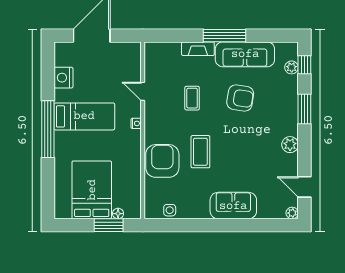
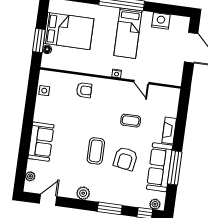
window: (225, 36) -> (175, 168), moved
plant: (292, 67) -> (155, 204), moved
door: (143, 91) -> (141, 82), swing flipped
coffee table: (200, 152) -> (96, 151), moved, turned 90
armchair: (162, 161) -> (84, 90), width x0.53, depth x0.53
plant: (292, 213) -> (30, 176), moved

